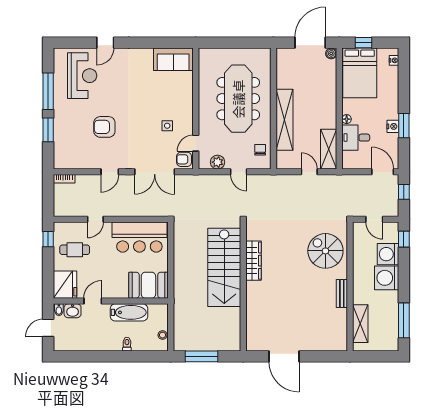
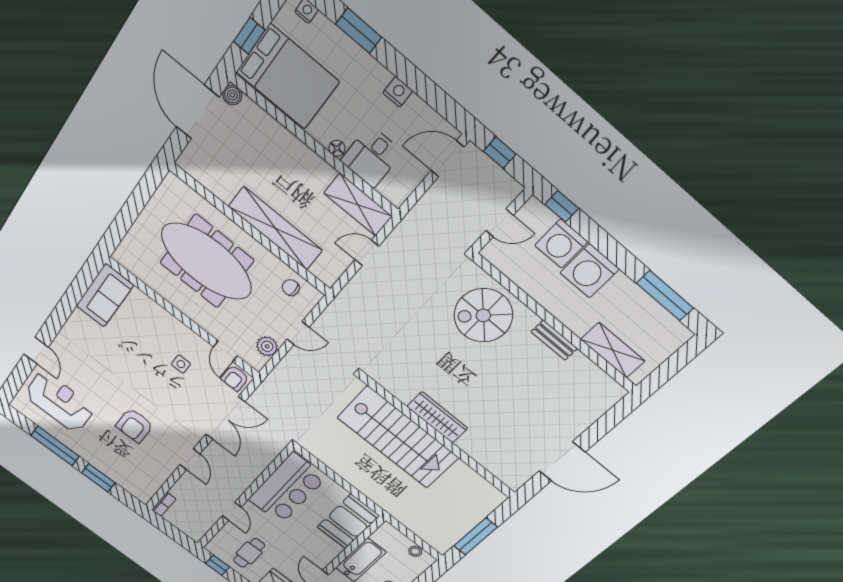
window: (404, 126) -> (359, 31), moved
wardrobe: (253, 261) -> (437, 417), moved

